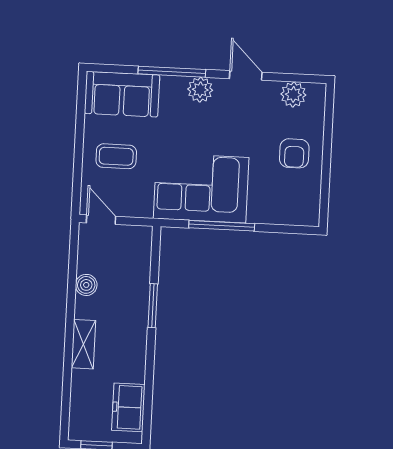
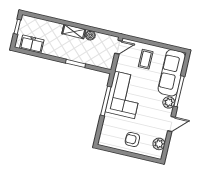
sofa: (122, 94) -> (172, 73), width x1.36
shelving: (84, 344) -> (74, 31), moved

